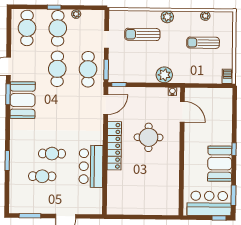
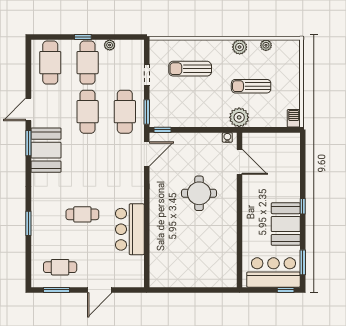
plant: (167, 17) -> (240, 47), moved
sun lounger: (203, 43) -> (251, 86), moved
plant: (164, 75) -> (239, 117), moved
locker: (114, 146) -> (158, 204), removed
cafe table: (42, 176) -> (60, 267), moved

